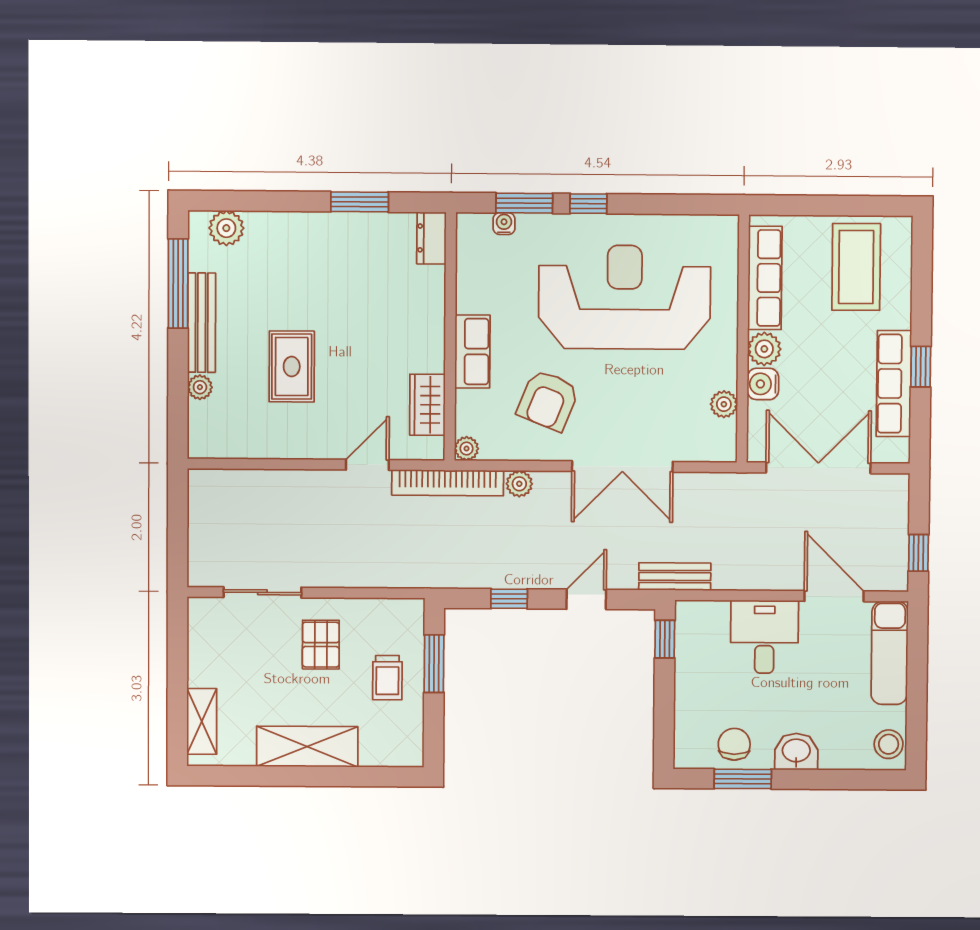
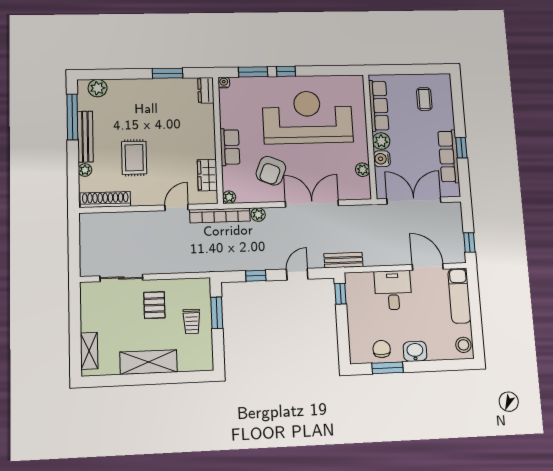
water cooler: (504, 224) -> (224, 83), moved
coffee table: (856, 267) -> (424, 99), width x0.54, depth x0.58
shoe rack: (236, 445) -> (105, 200), added
double door: (622, 467) -> (312, 204), swing flipped

